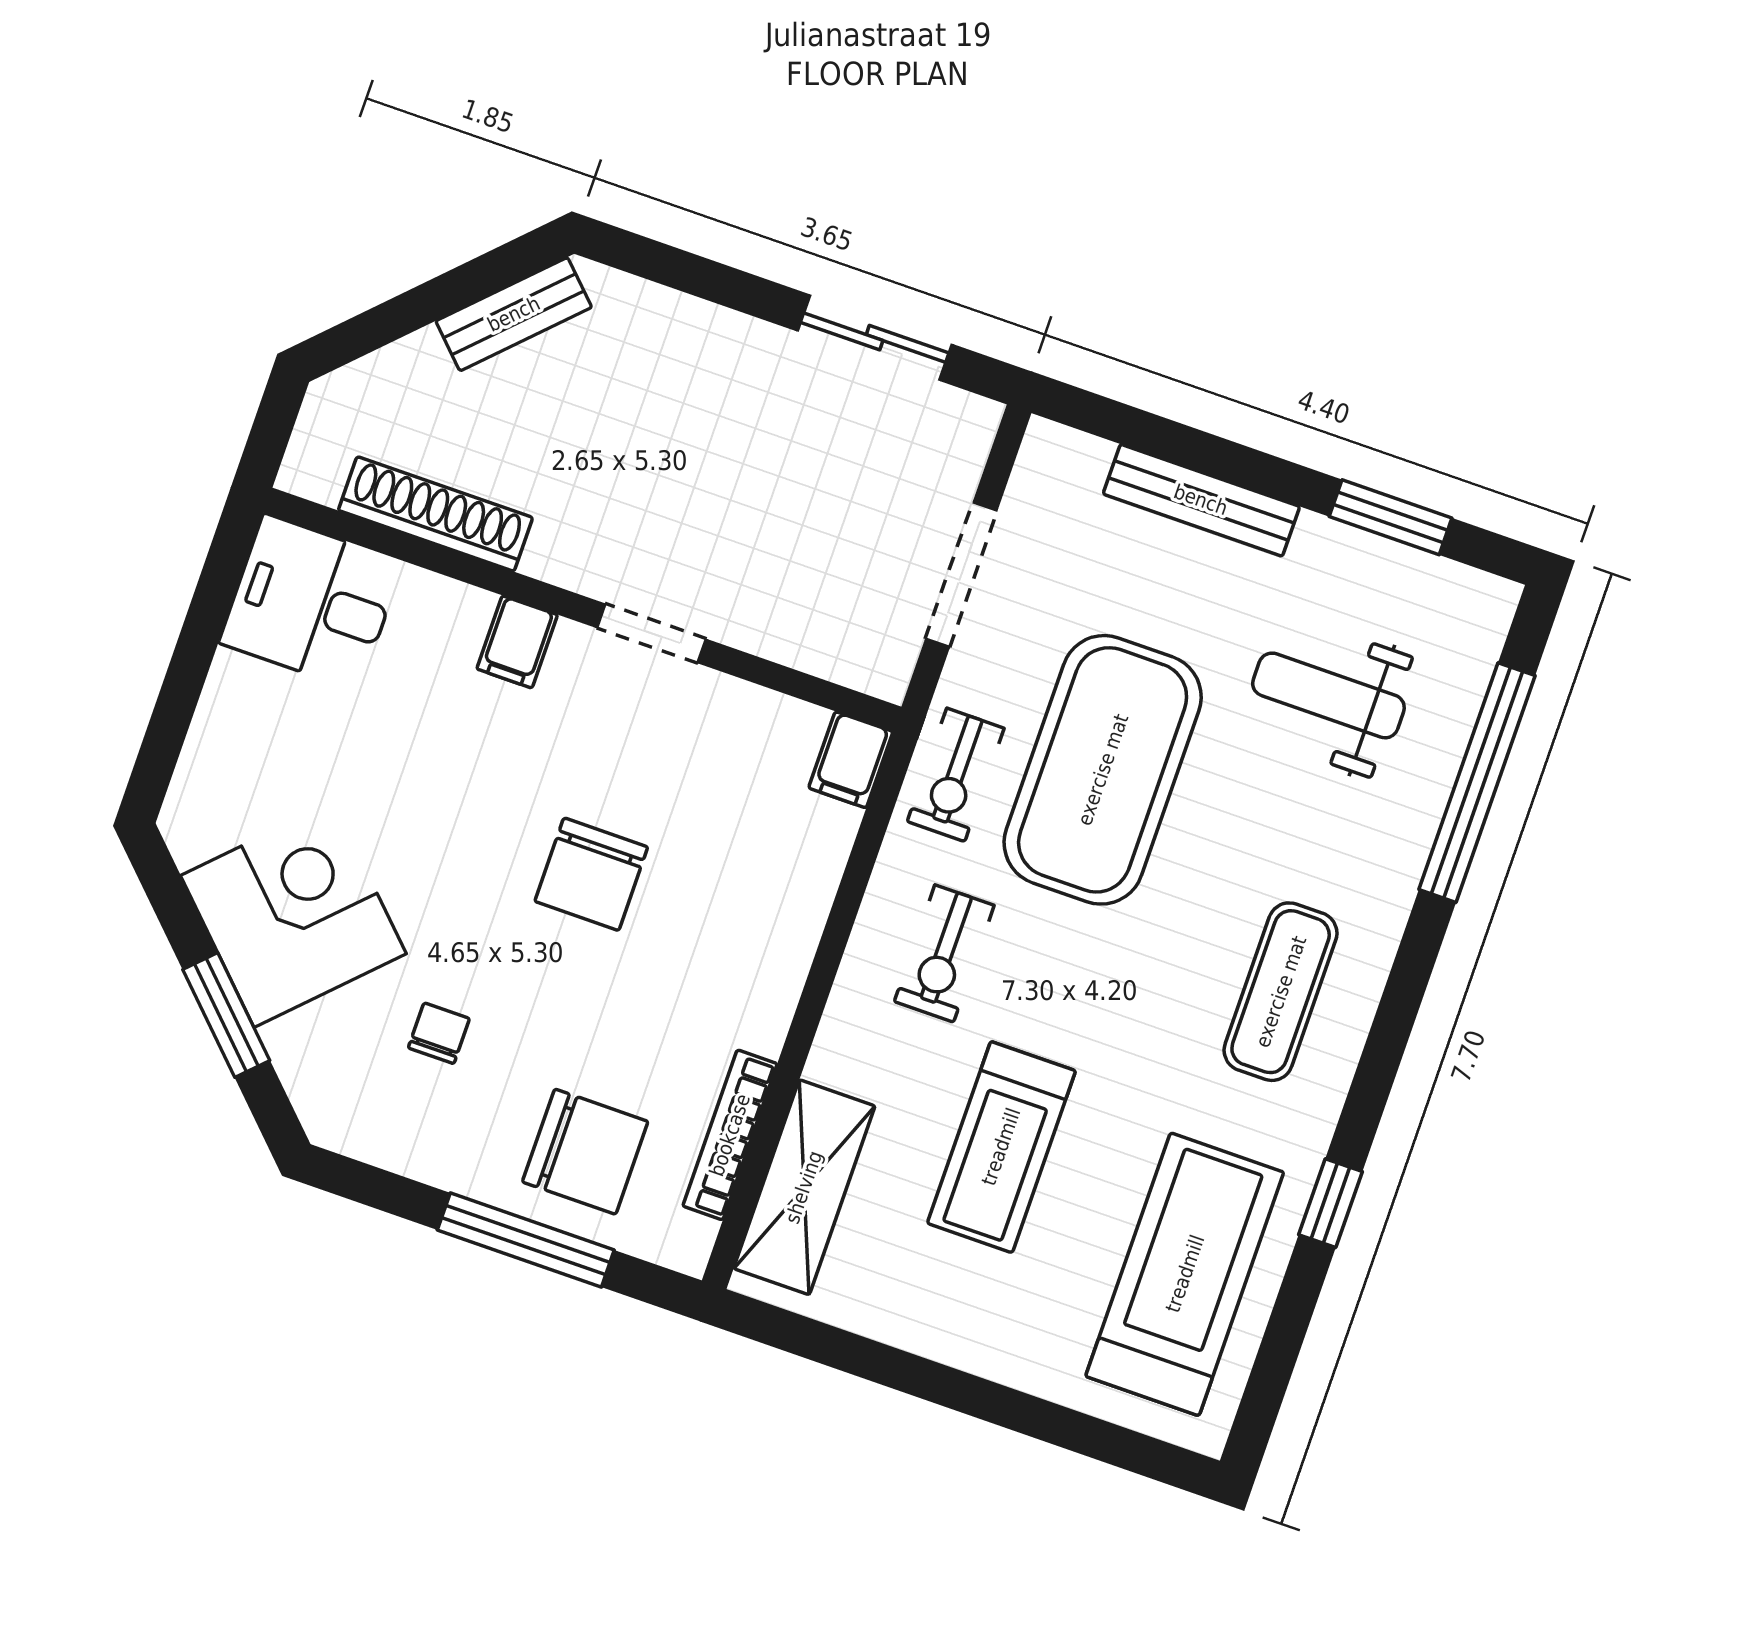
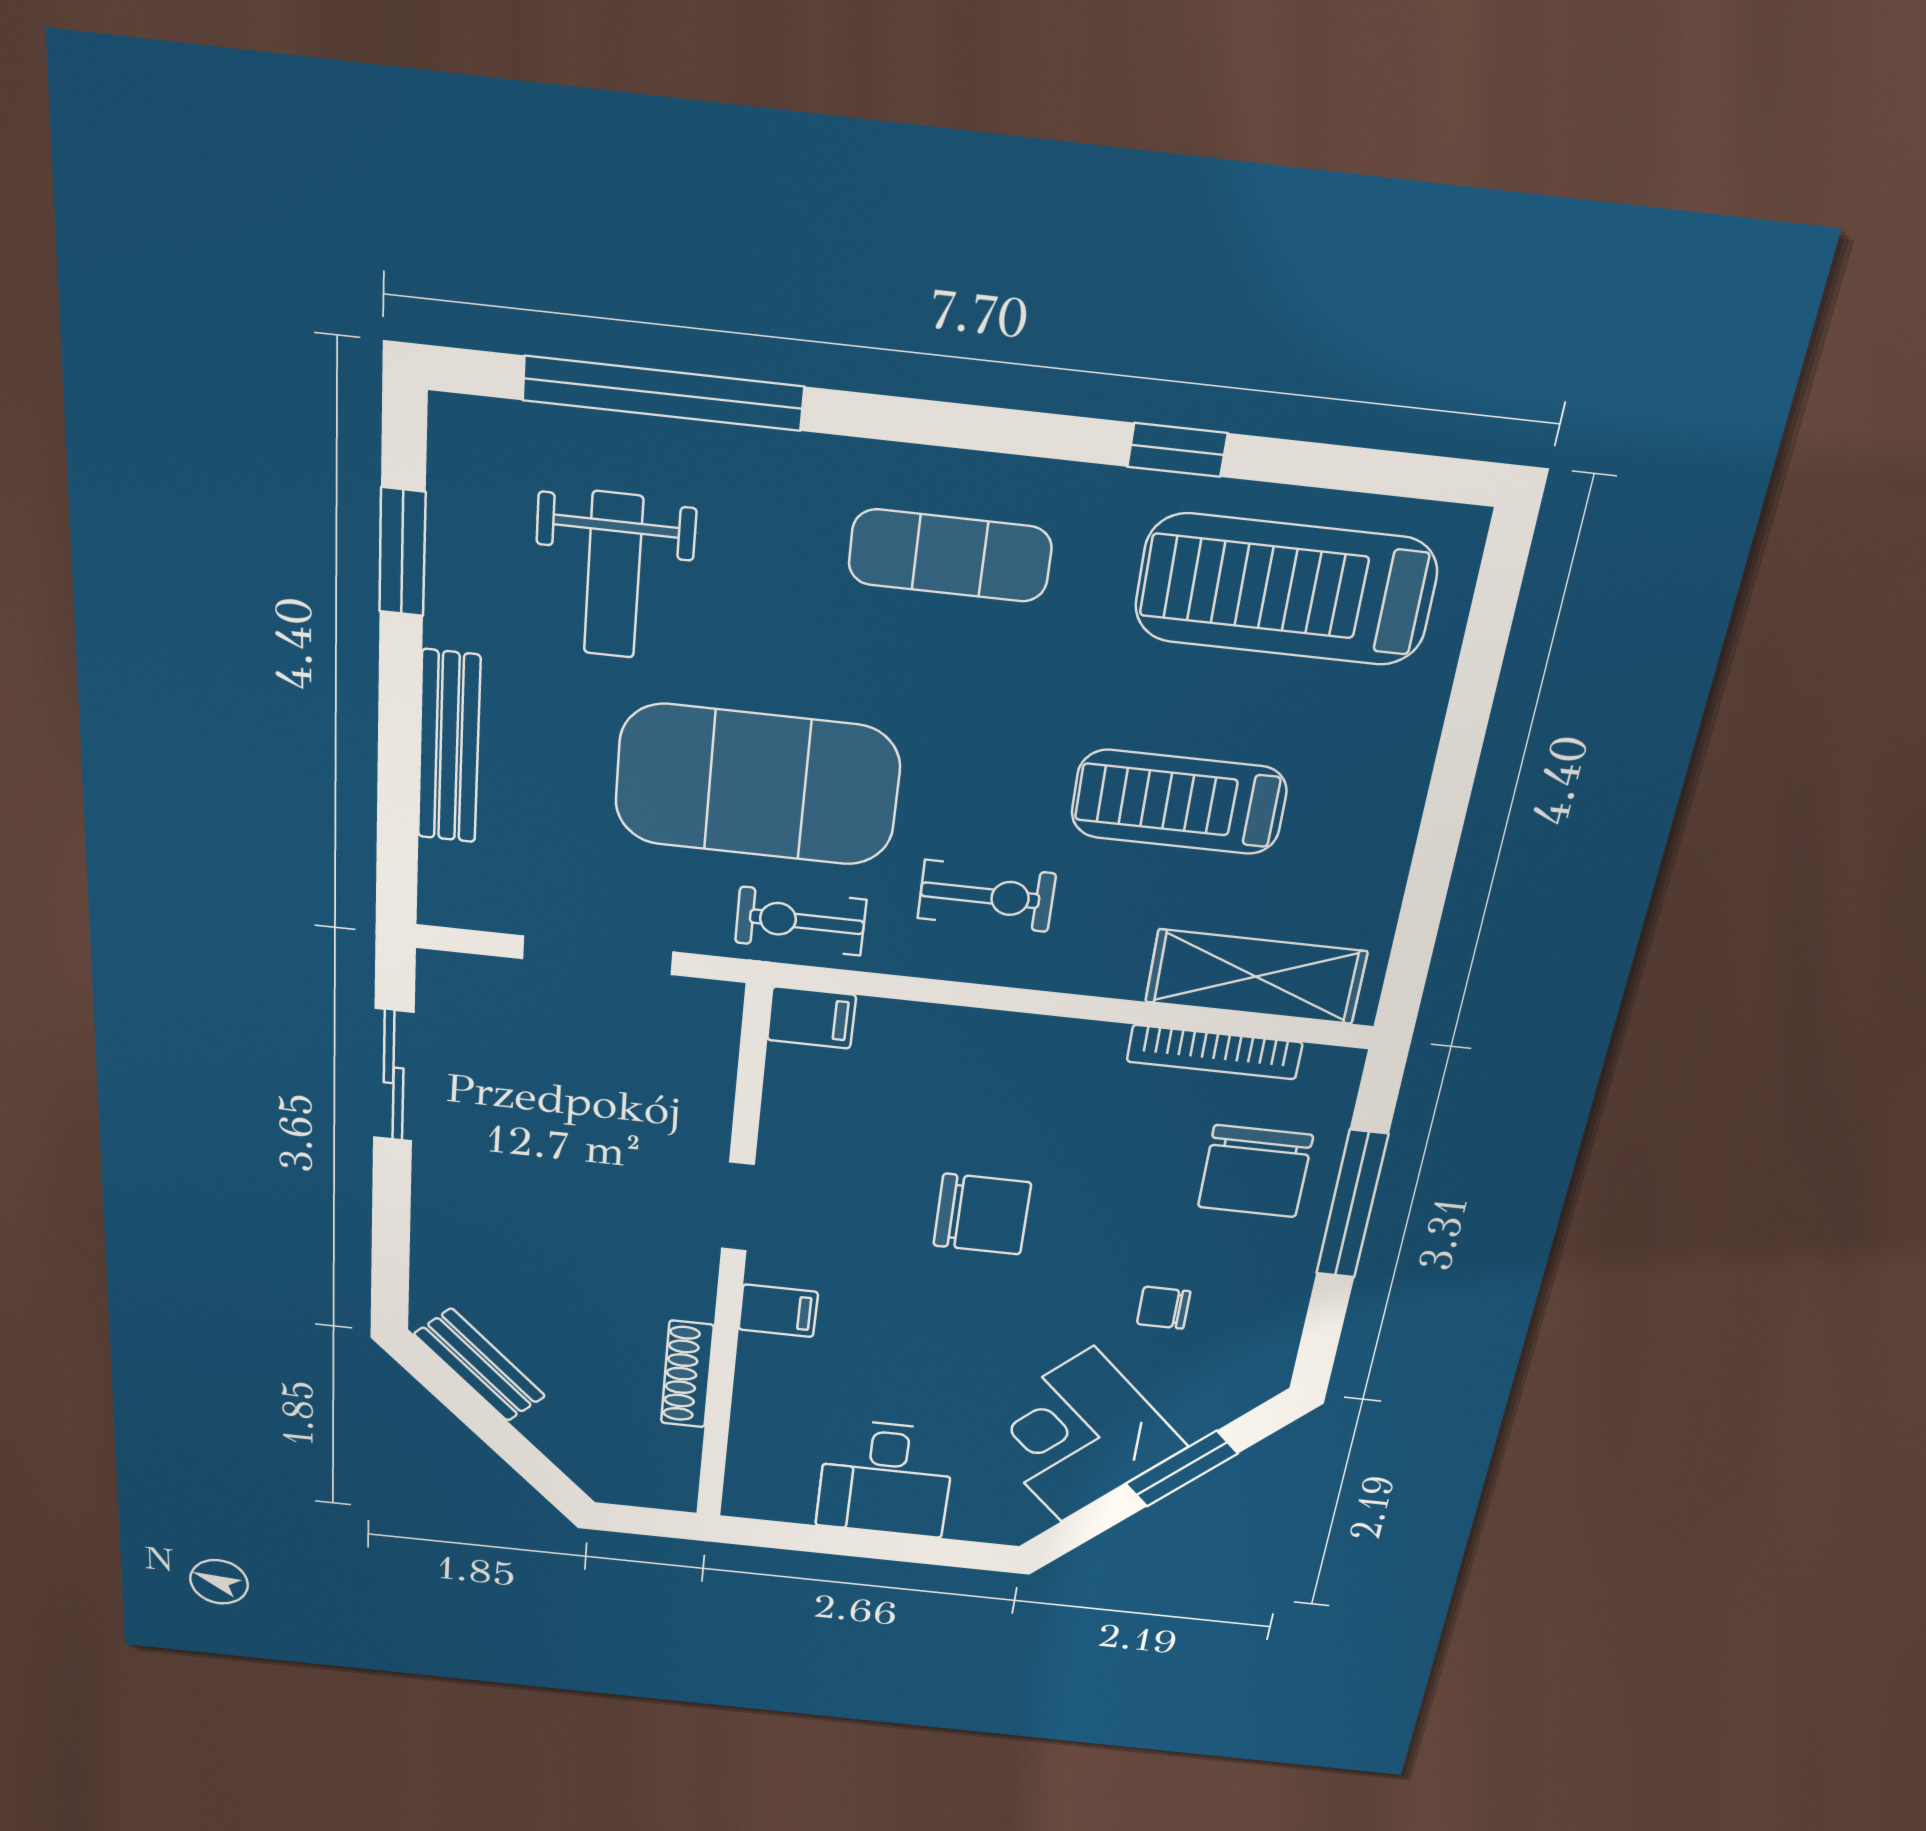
shoe rack: (435, 514) -> (687, 1374), width x0.74, depth x0.81
desk: (311, 602) -> (886, 1479), moved
exercise bike: (956, 775) -> (801, 921), turned 180
treadmill: (1001, 1147) -> (1179, 802), turned 180
chair: (585, 1152) -> (1255, 1171), turned 180

